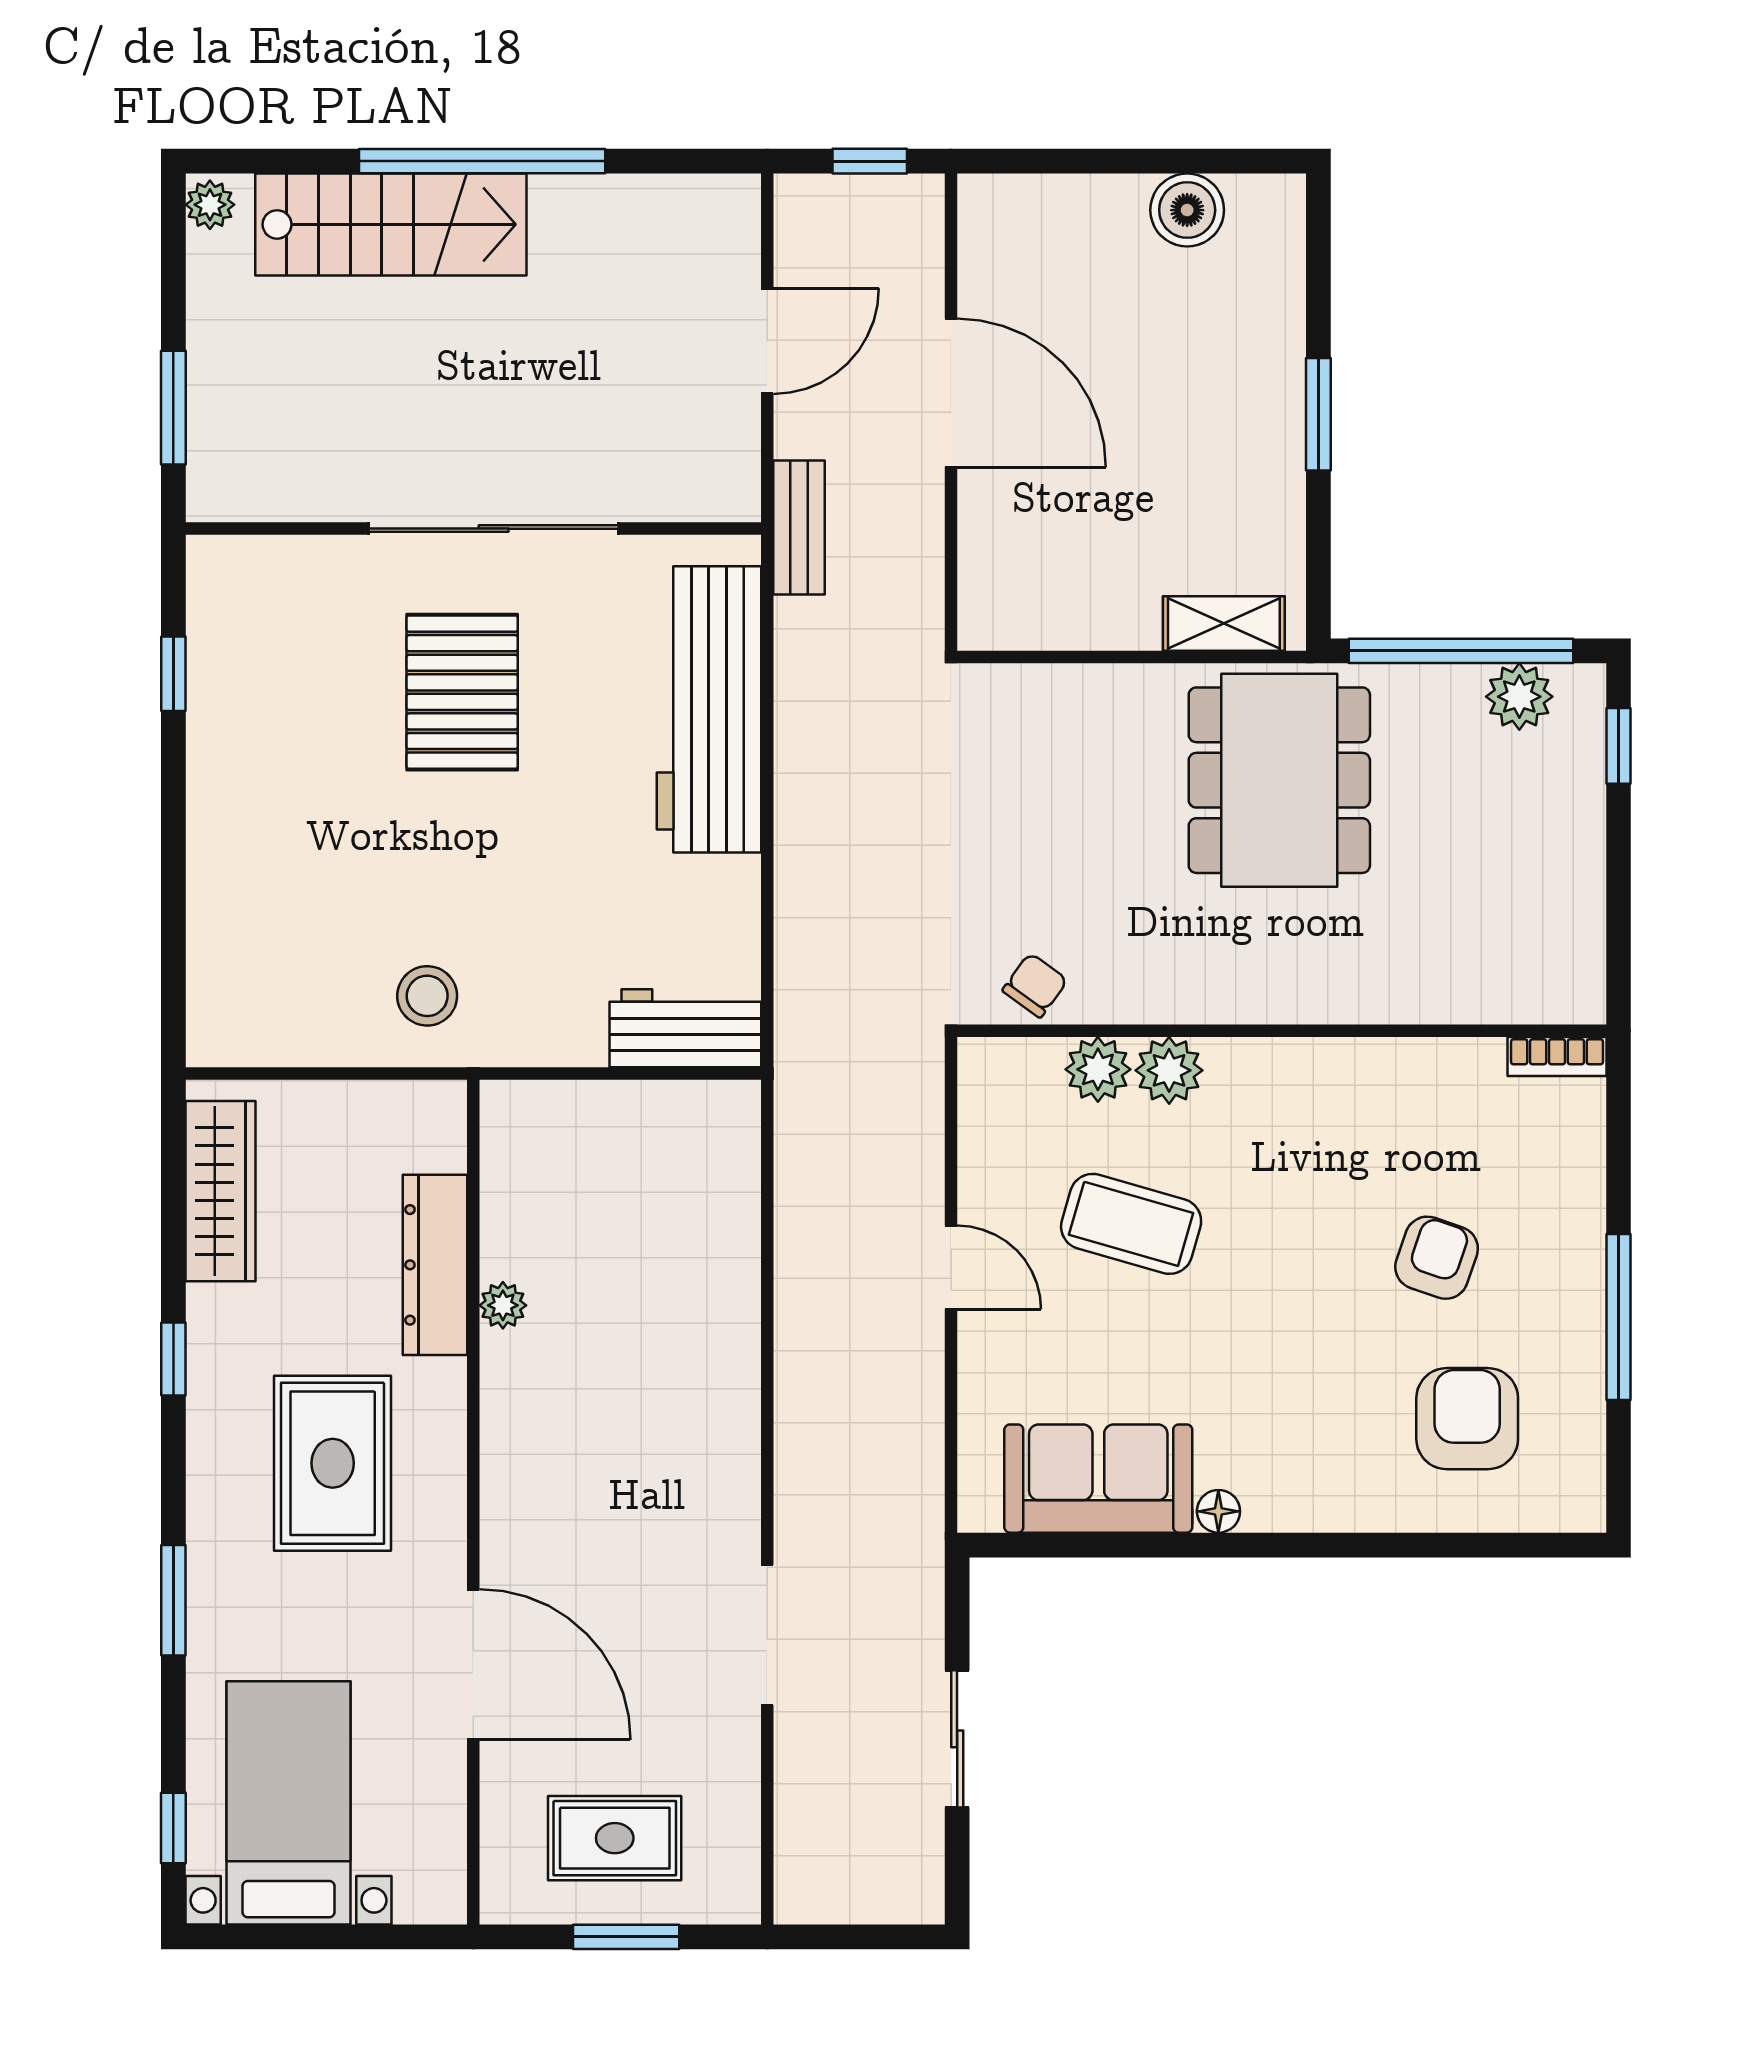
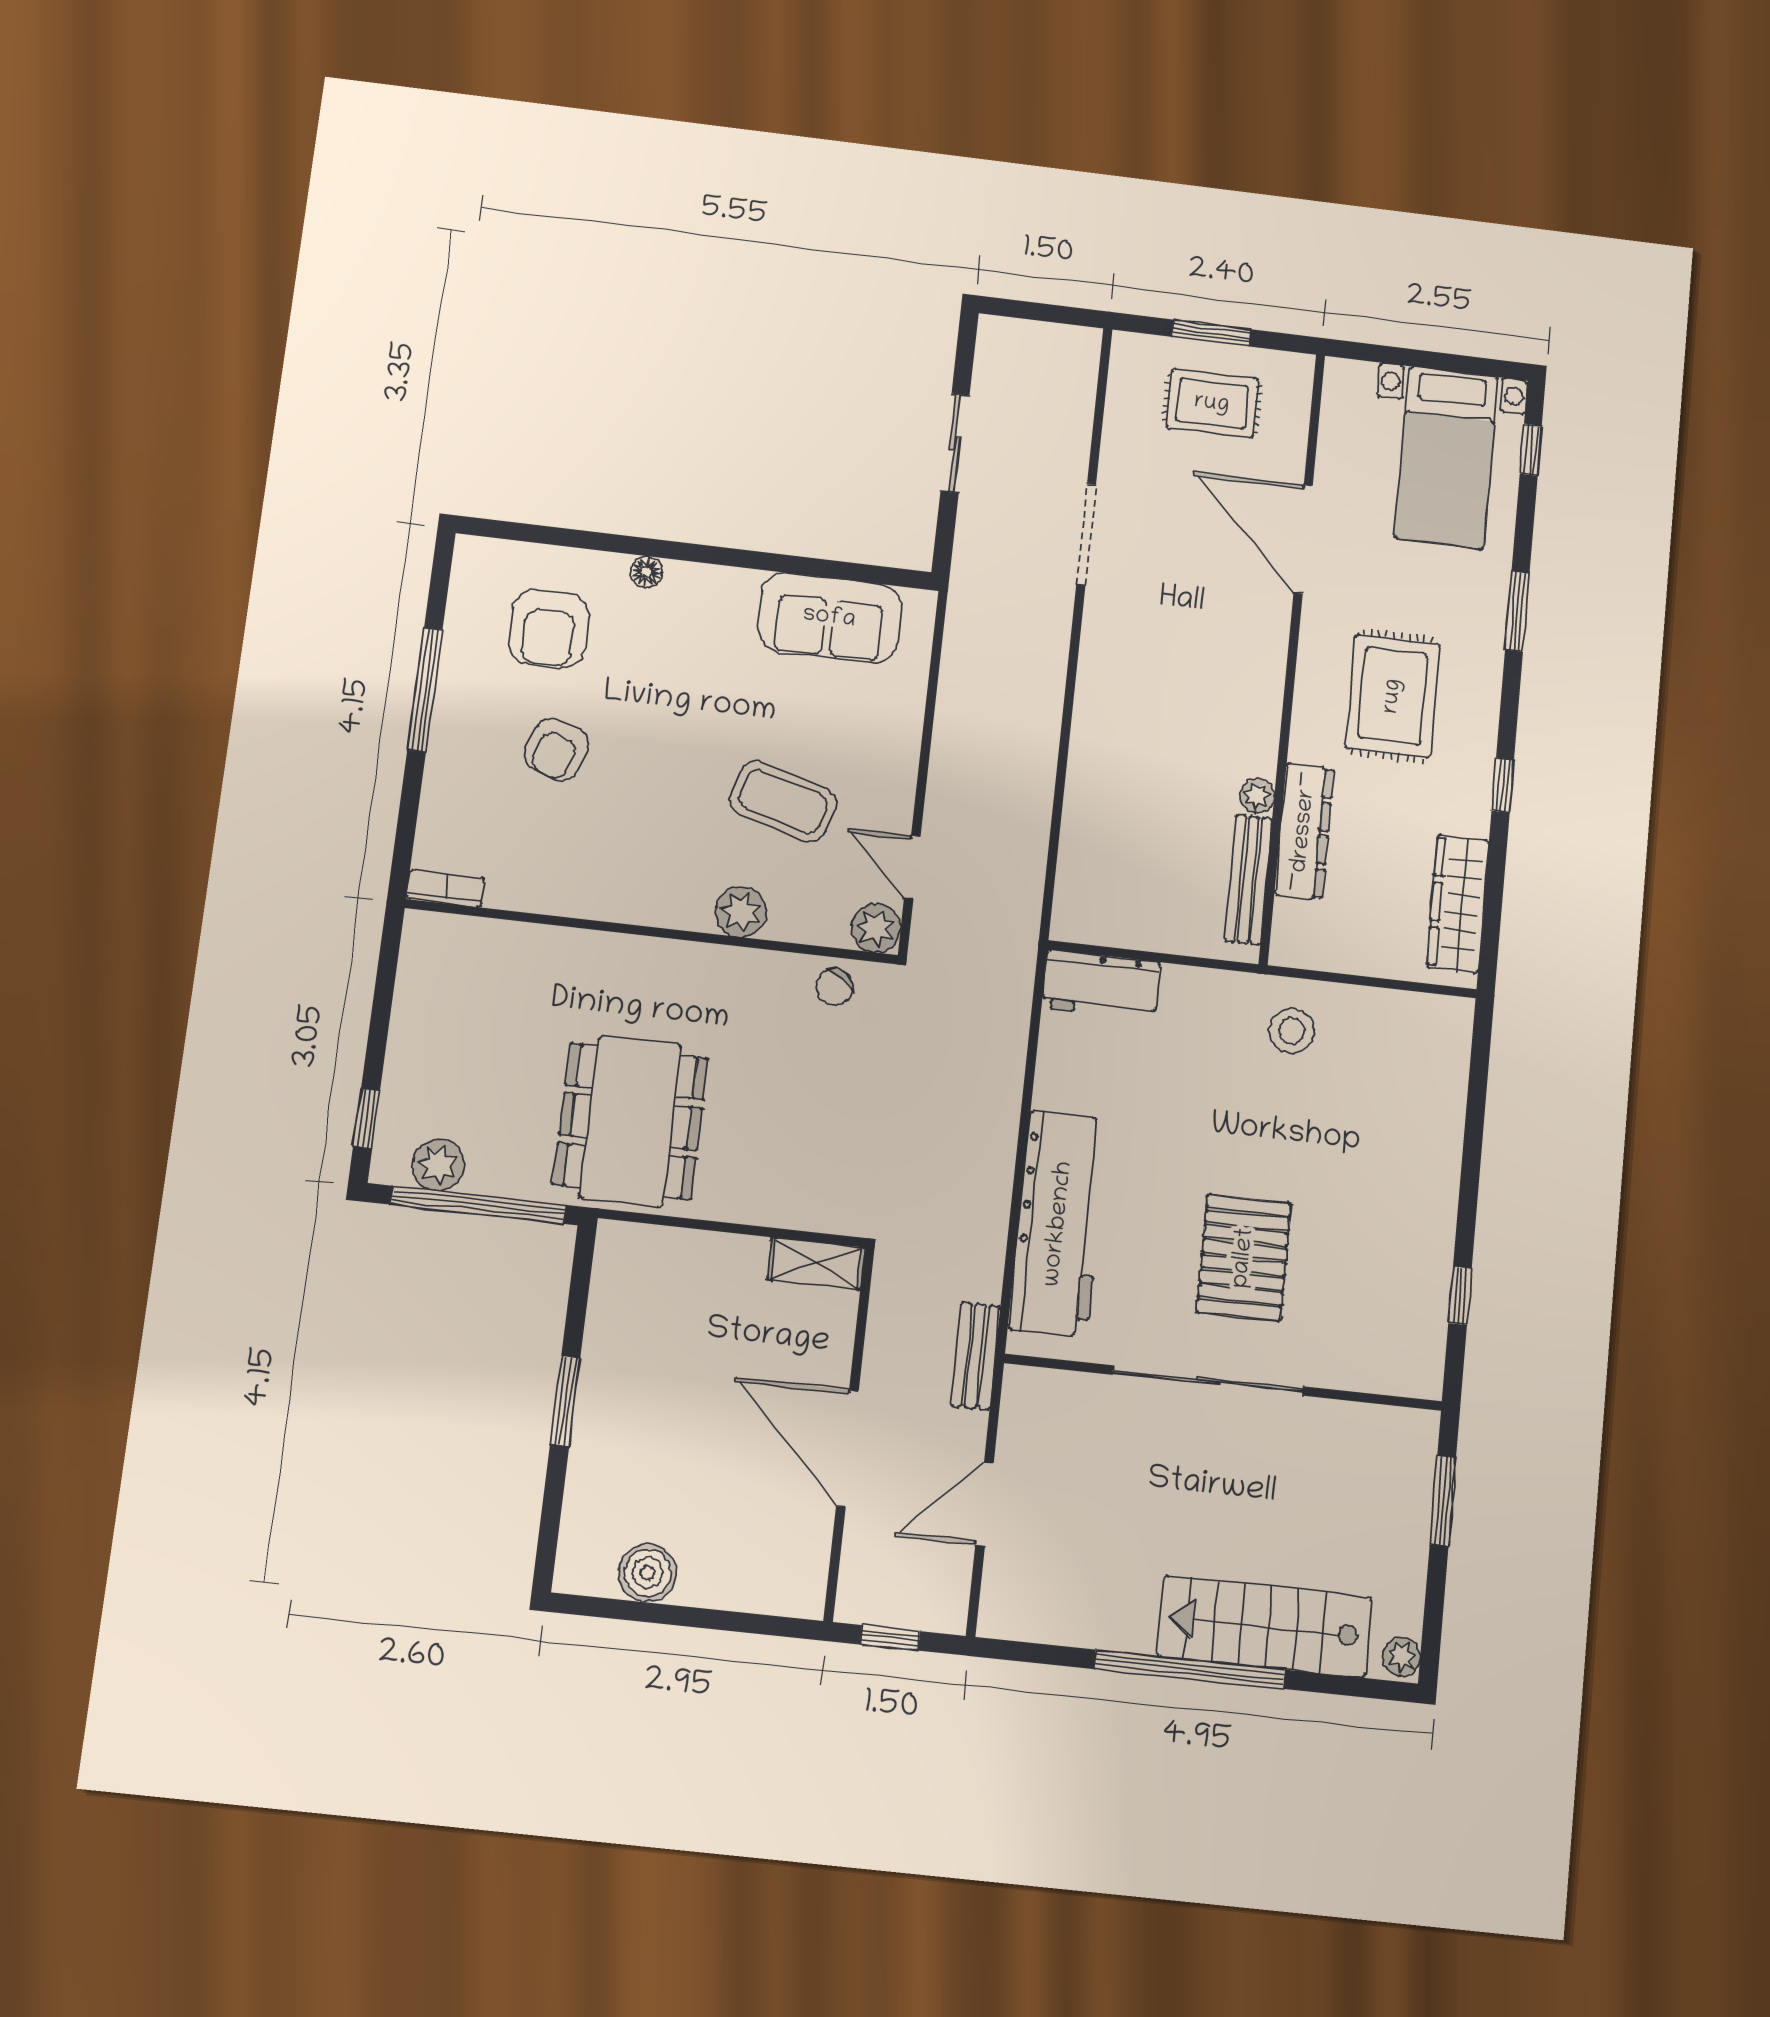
shelving: (1224, 624) -> (816, 1263), moved
plant: (1098, 1069) -> (876, 928), moved
bench: (504, 1191) -> (1248, 880), added
door: (951, 1267) -> (912, 867), moved
floor lamp: (1218, 1511) -> (646, 572), moved

